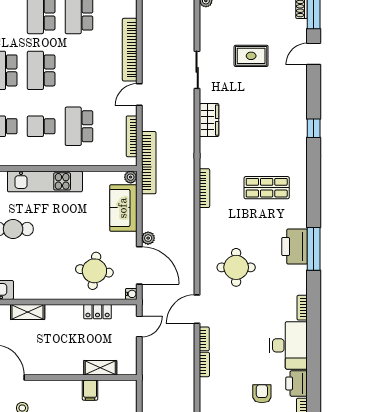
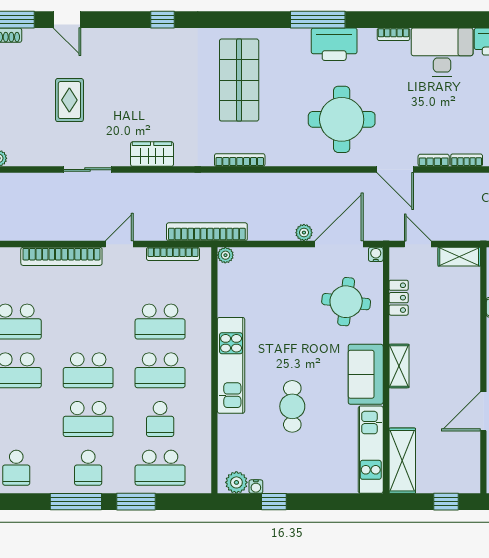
door: (139, 95) -> (119, 244), swing flipped
school desk: (41, 126) -> (160, 370), width x1.85
shop shelf: (267, 188) -> (239, 80), width x1.43, depth x1.36
sofa: (123, 208) -> (366, 374), moved, turned 90
printer: (295, 247) -> (334, 44), moved
round table: (236, 267) -> (342, 119), width x1.36, depth x1.36
shelving: (28, 312) -> (399, 366), moved
shelving: (100, 368) -> (459, 257), moved, turned 90

